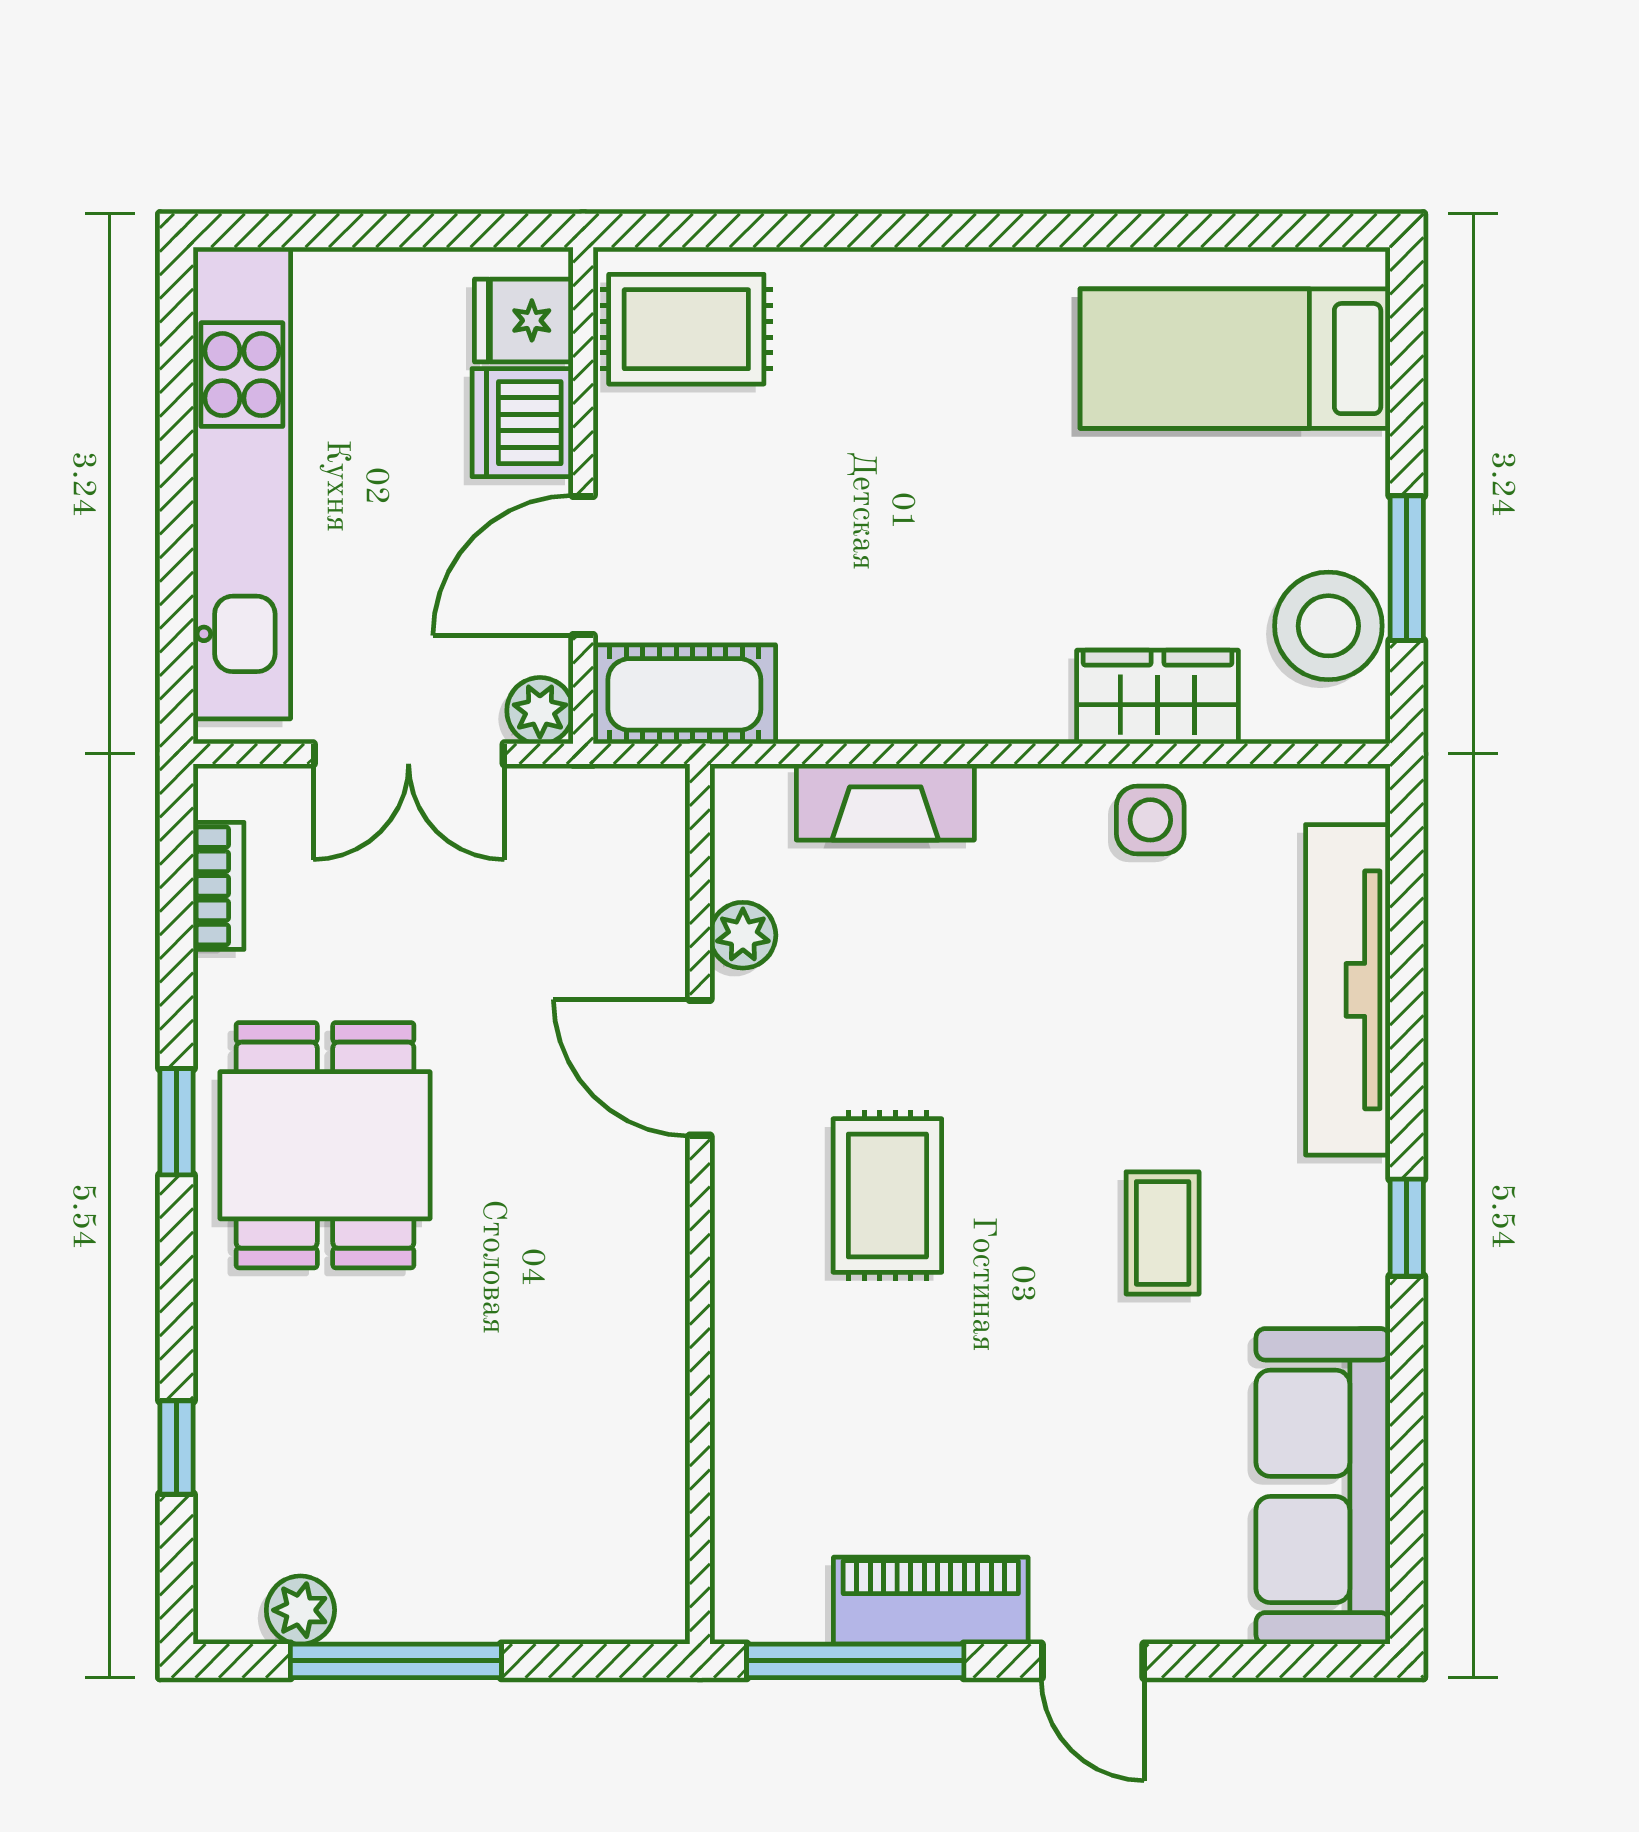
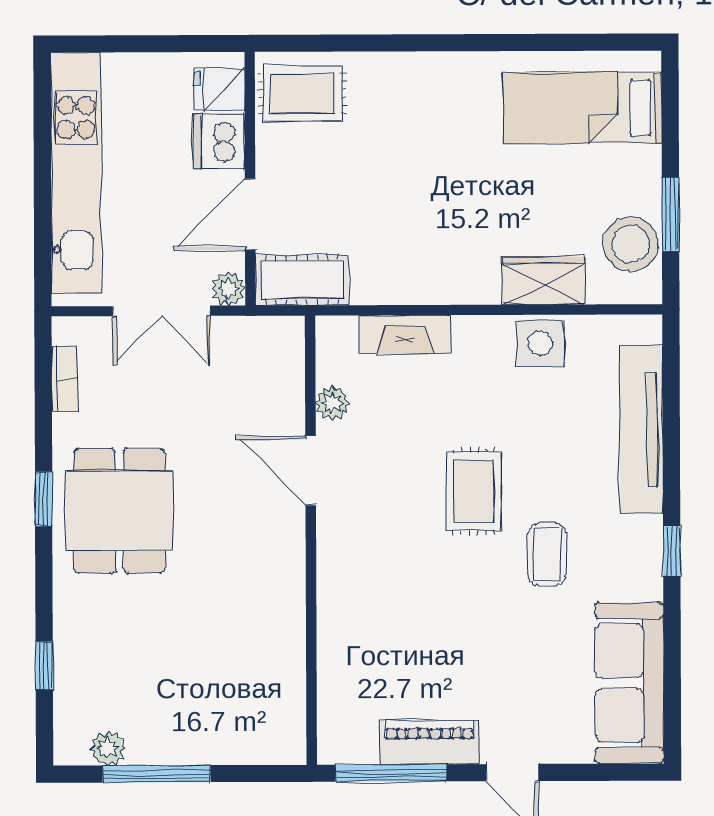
side table: (1150, 820) -> (540, 343), width x1.37, depth x1.37
rug: (887, 1196) -> (474, 491), moved

